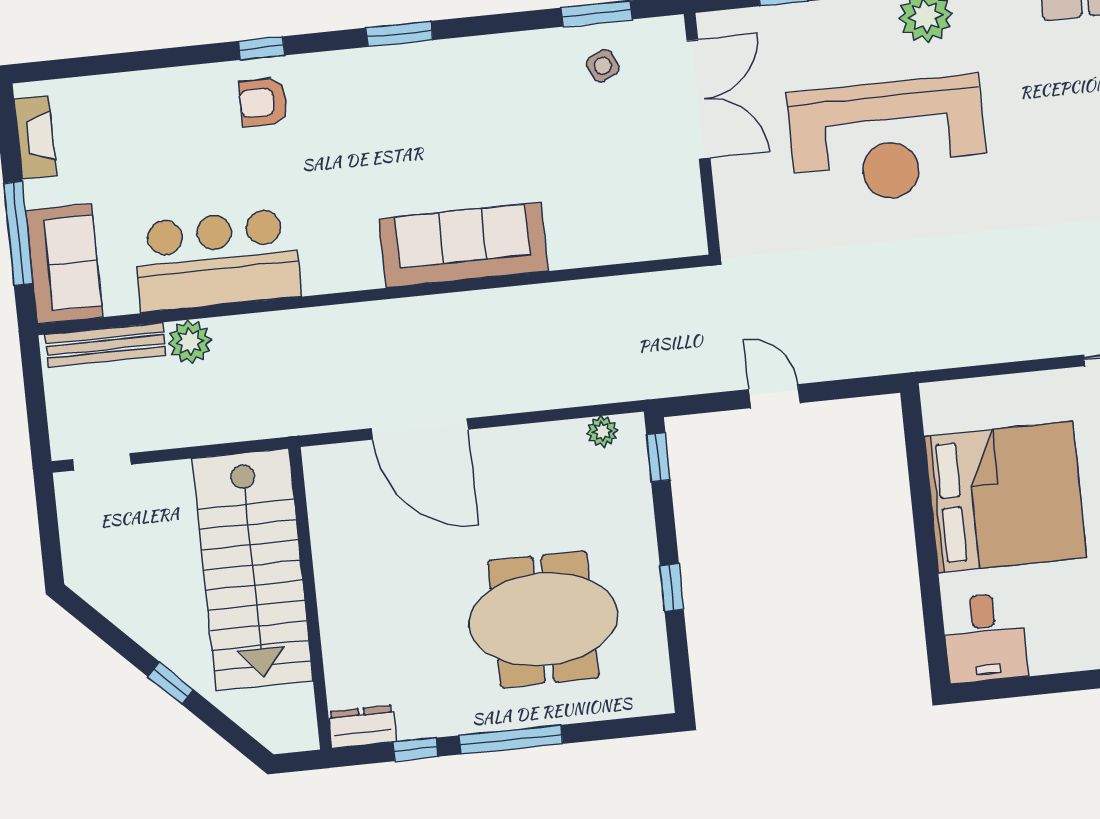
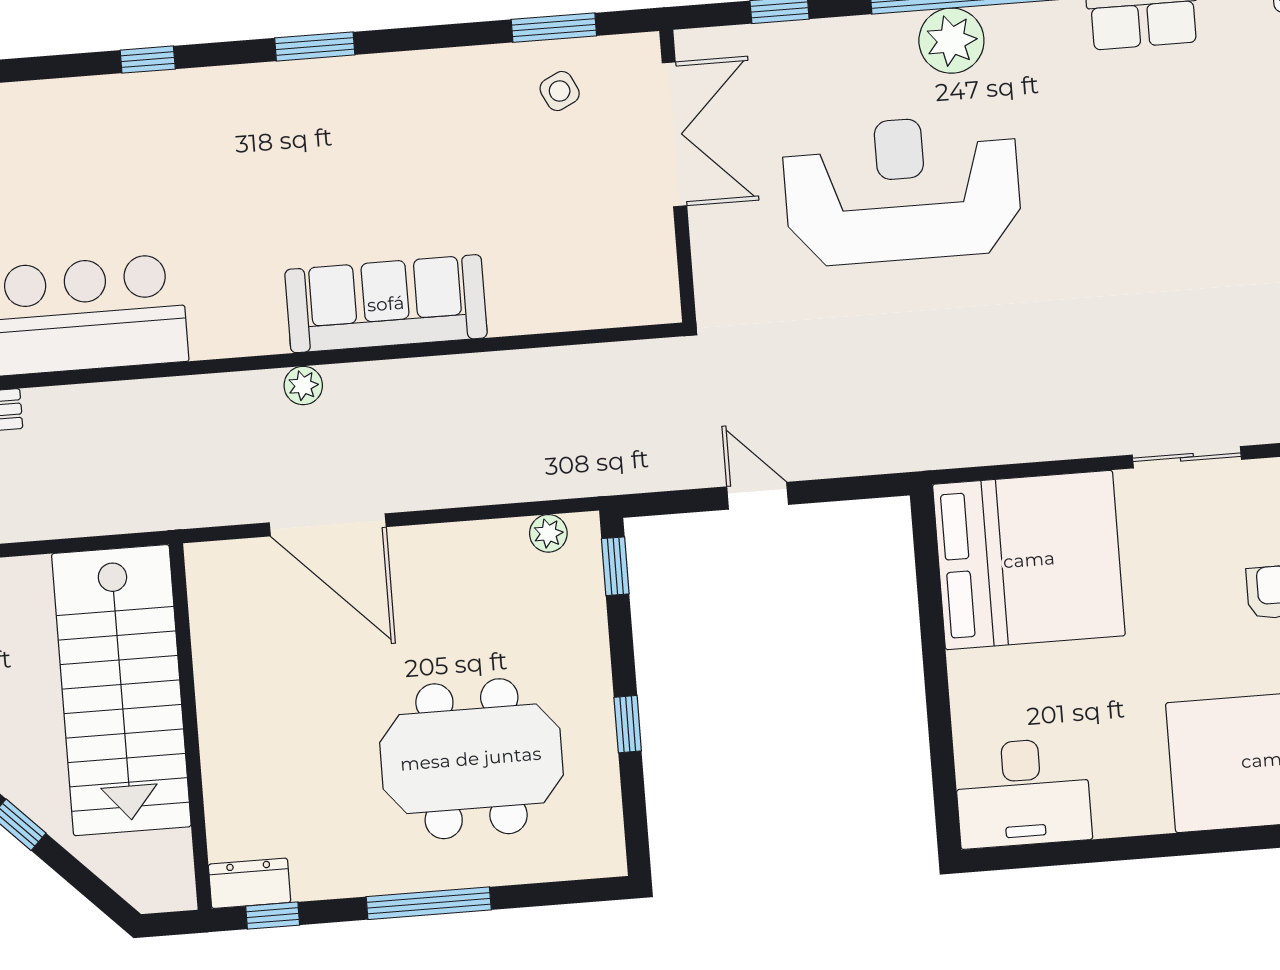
armchair: (264, 102) -> (148, 125), removed
reception desk: (888, 140) -> (902, 190), turned 180
plant: (190, 342) -> (303, 386), moved, width x0.73, depth x0.73
bed: (1005, 497) -> (1029, 560), moved
desk: (985, 638) -> (1023, 793), width x1.37
window: (416, 749) -> (273, 916), moved

